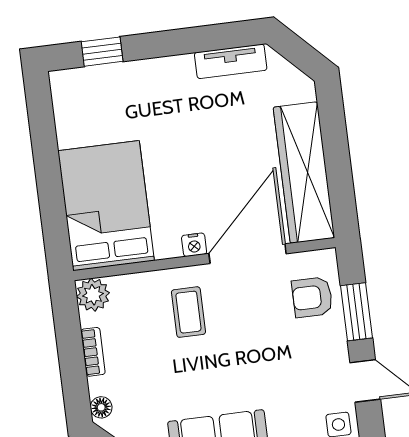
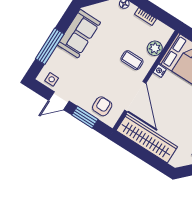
nightstand: (194, 245) -> (160, 71), moved
plant: (93, 295) -> (155, 48), moved

